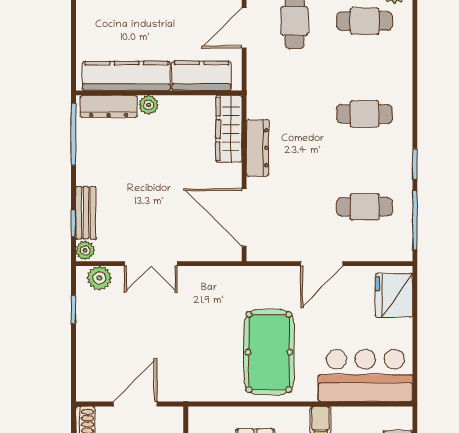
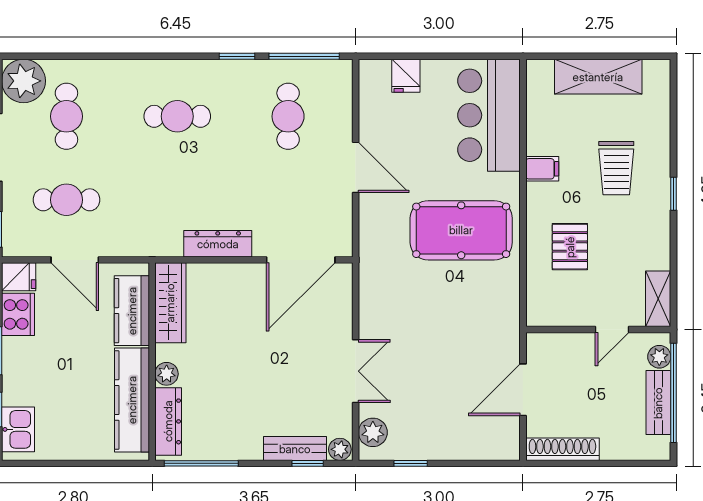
cafe table: (365, 114) -> (177, 116), turned 90
wardrobe: (229, 129) -> (170, 303), moved, turned -90
fridge: (394, 295) -> (406, 76), width x0.53, depth x0.75
door: (135, 404) -> (523, 390), hinge flipped

